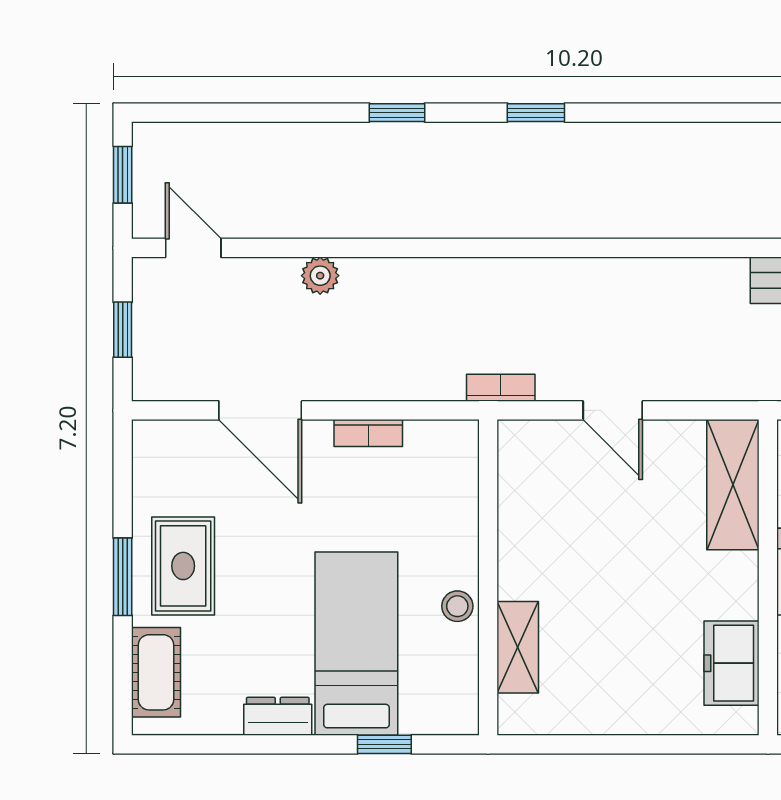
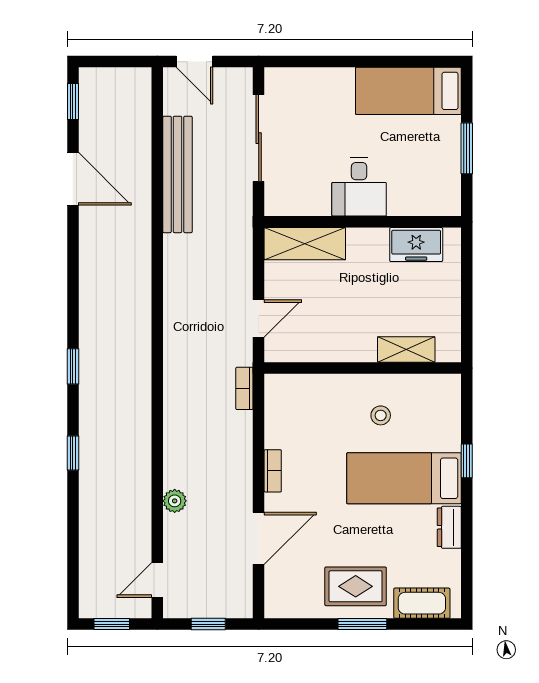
wall: (488, 577) -> (363, 368), moved
shelving: (518, 647) -> (406, 350), moved

